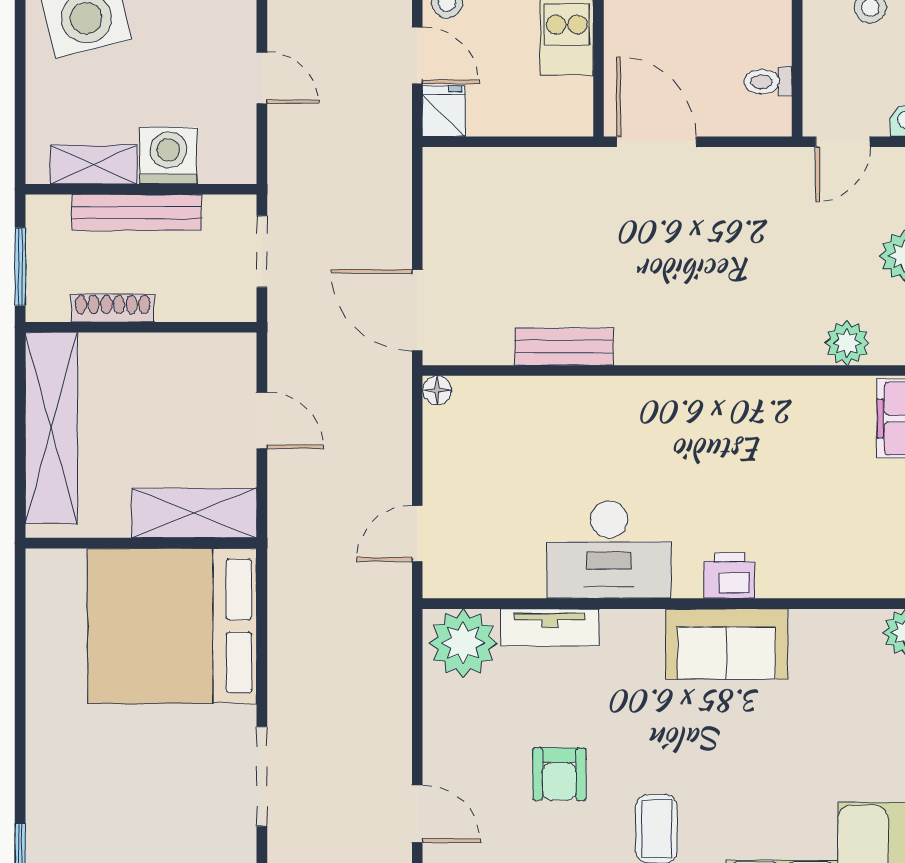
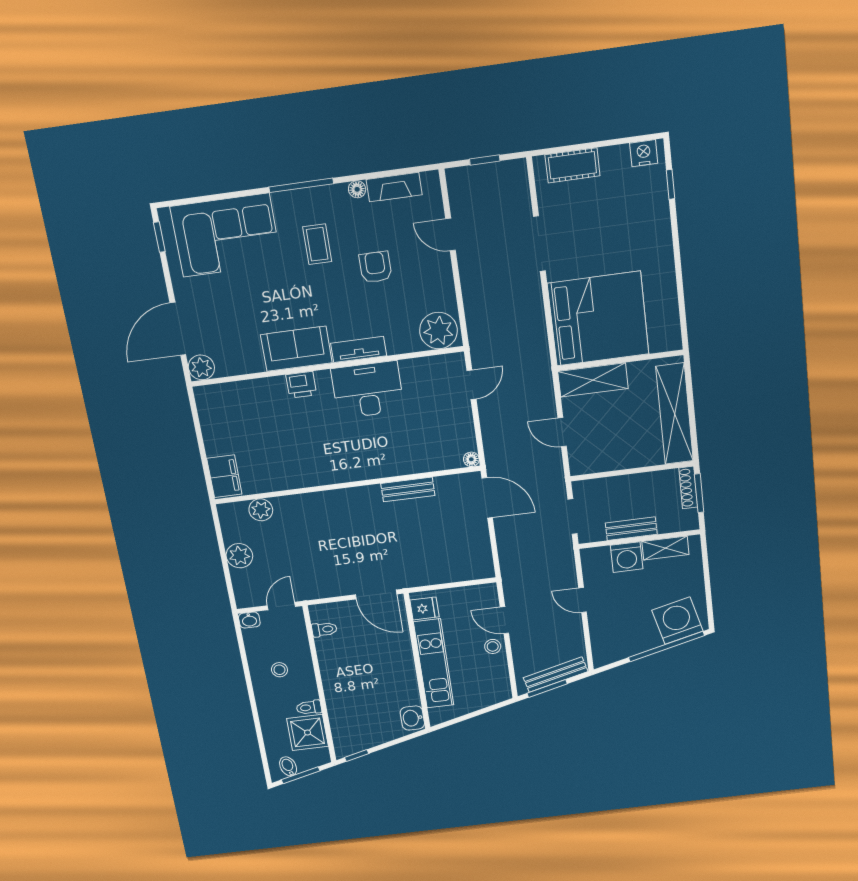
fridge: (444, 111) -> (424, 608), moved, turned -90
bench: (137, 212) -> (631, 529), width x0.73
shoe rack: (113, 308) -> (688, 488), moved, turned 90
tv unit: (550, 627) -> (359, 349), moved

